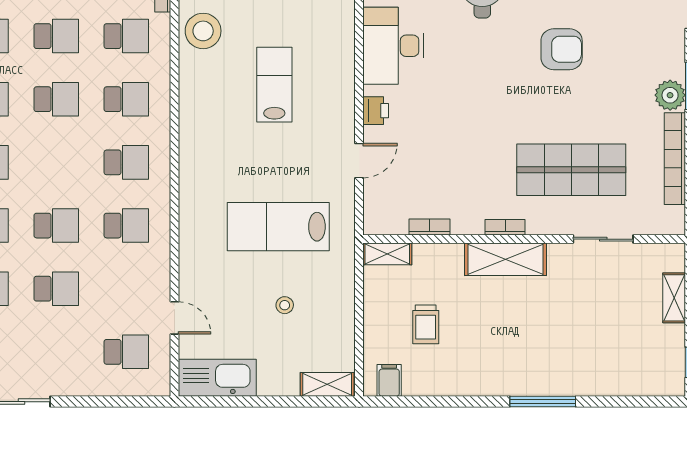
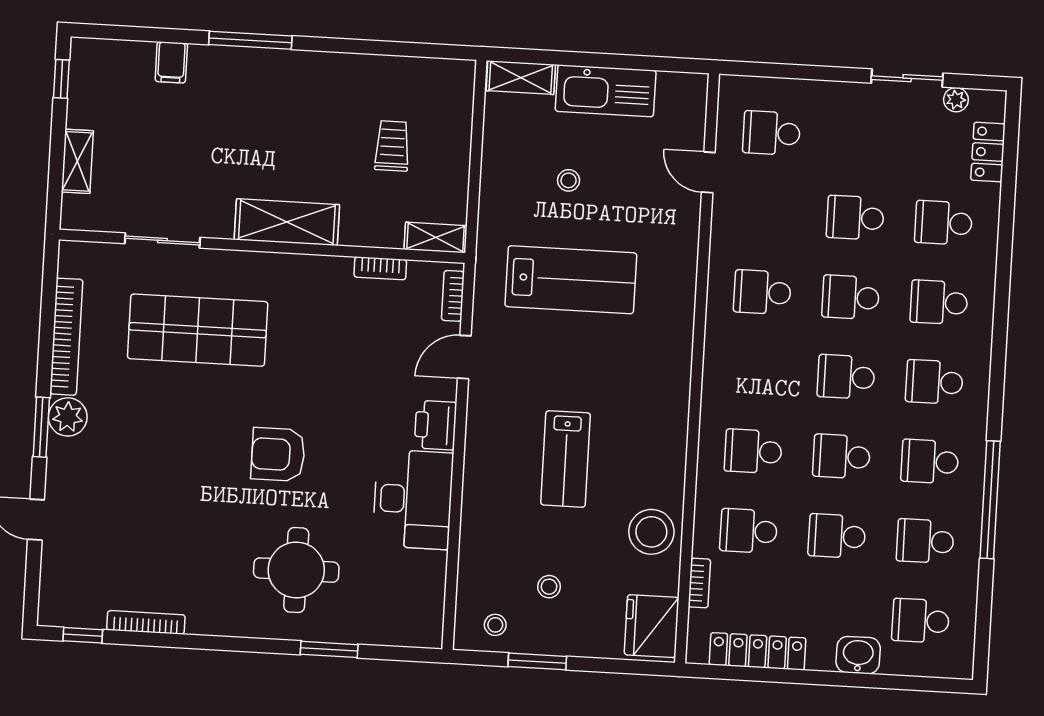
armchair: (562, 49) -> (278, 454), moved
printer: (376, 111) -> (435, 425), width x1.36, depth x1.24
school desk: (126, 162) -> (846, 377), moved
bookcase: (505, 227) -> (453, 296), moved, turned 90
kitchen sink: (217, 378) -> (606, 91), moved
filing cabinet: (389, 380) -> (171, 62), moved

